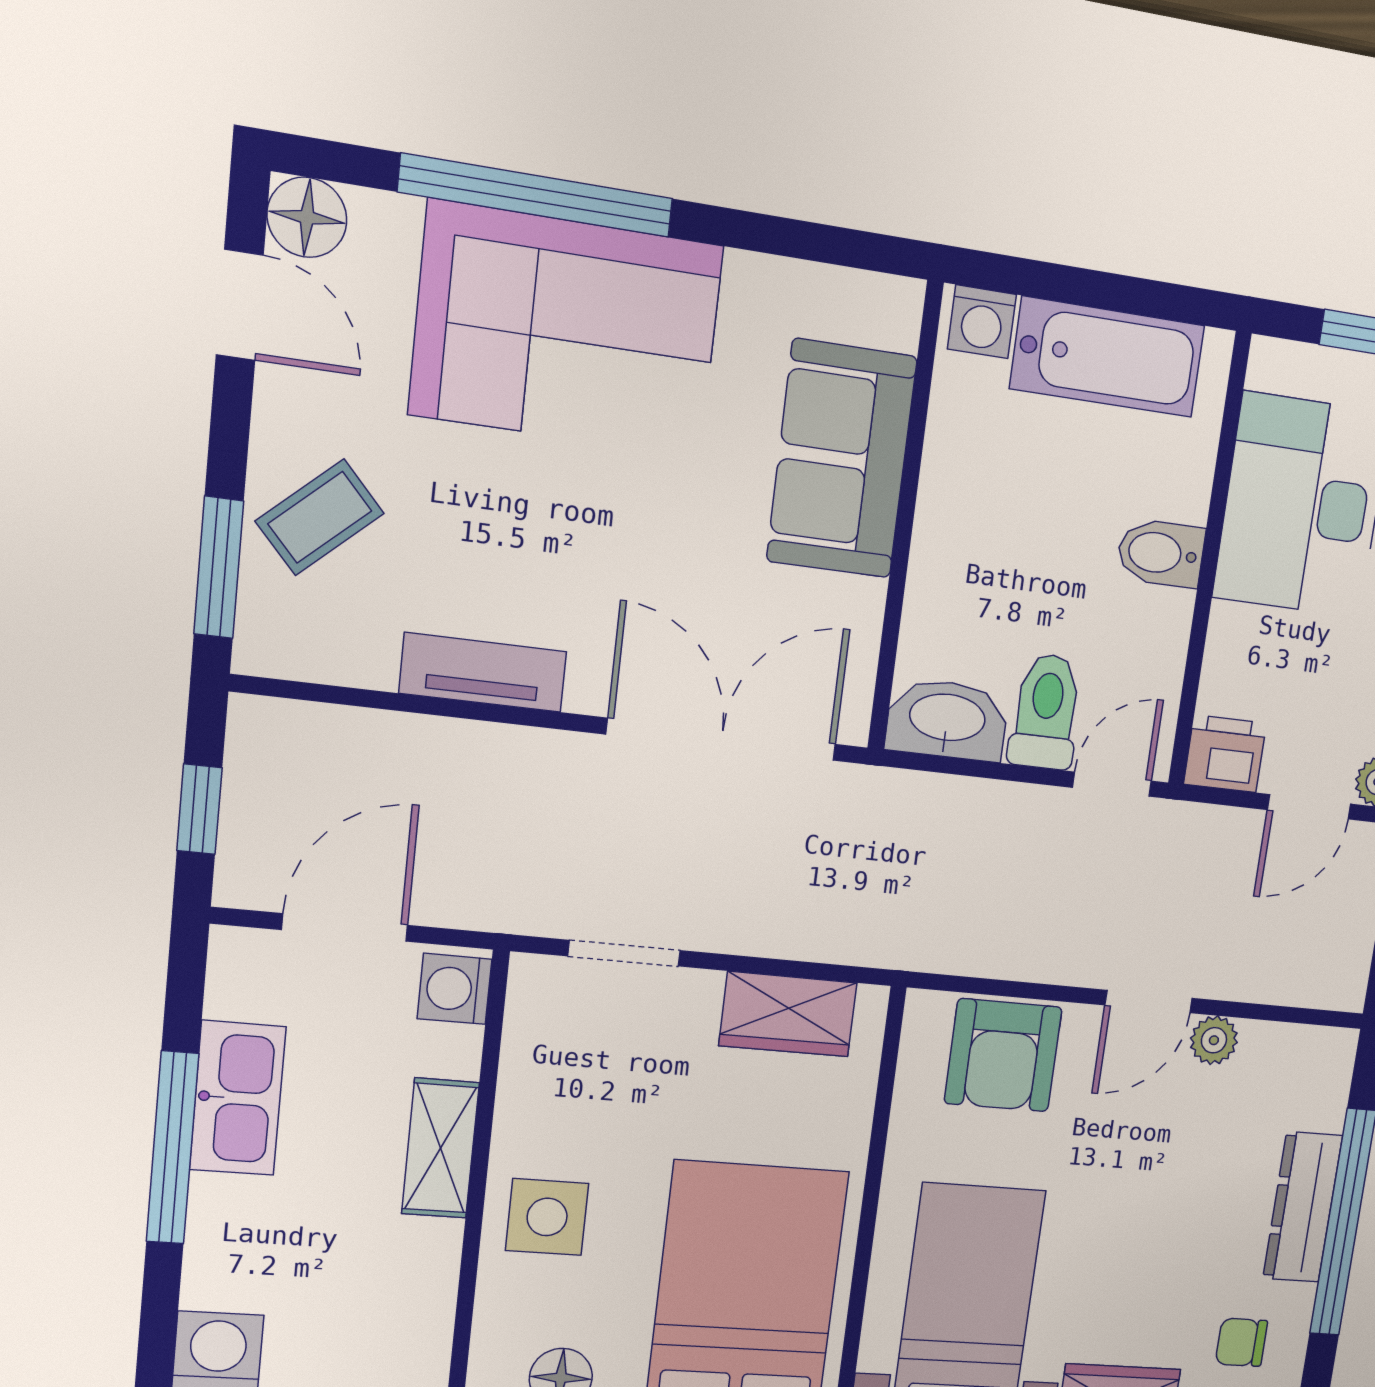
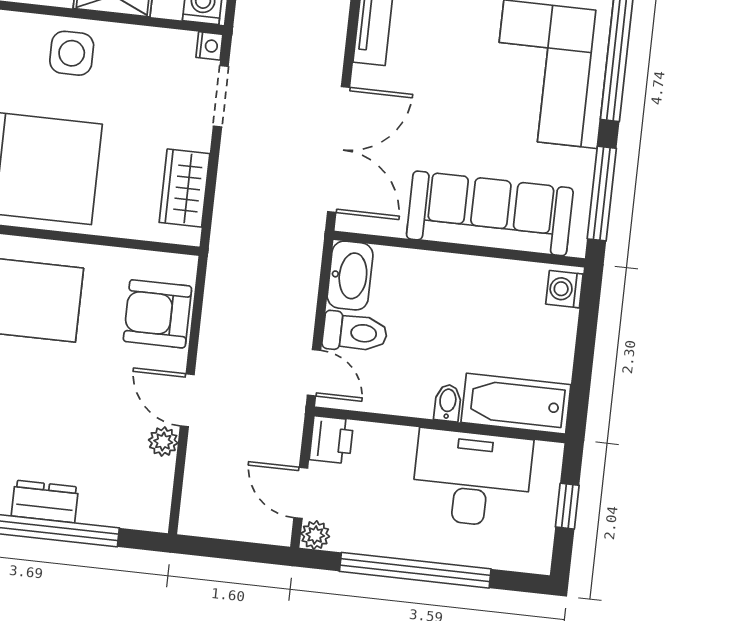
window: (808, 241) -> (602, 194), added
bathtub: (1107, 357) -> (516, 404), moved, turned 90
sofa: (842, 459) -> (490, 213), width x1.36
bidet: (1161, 553) -> (448, 403), width x0.72, depth x0.74
nightstand: (532, 975) -> (209, 46), added
dresser: (1303, 1207) -> (45, 502), width x0.70

